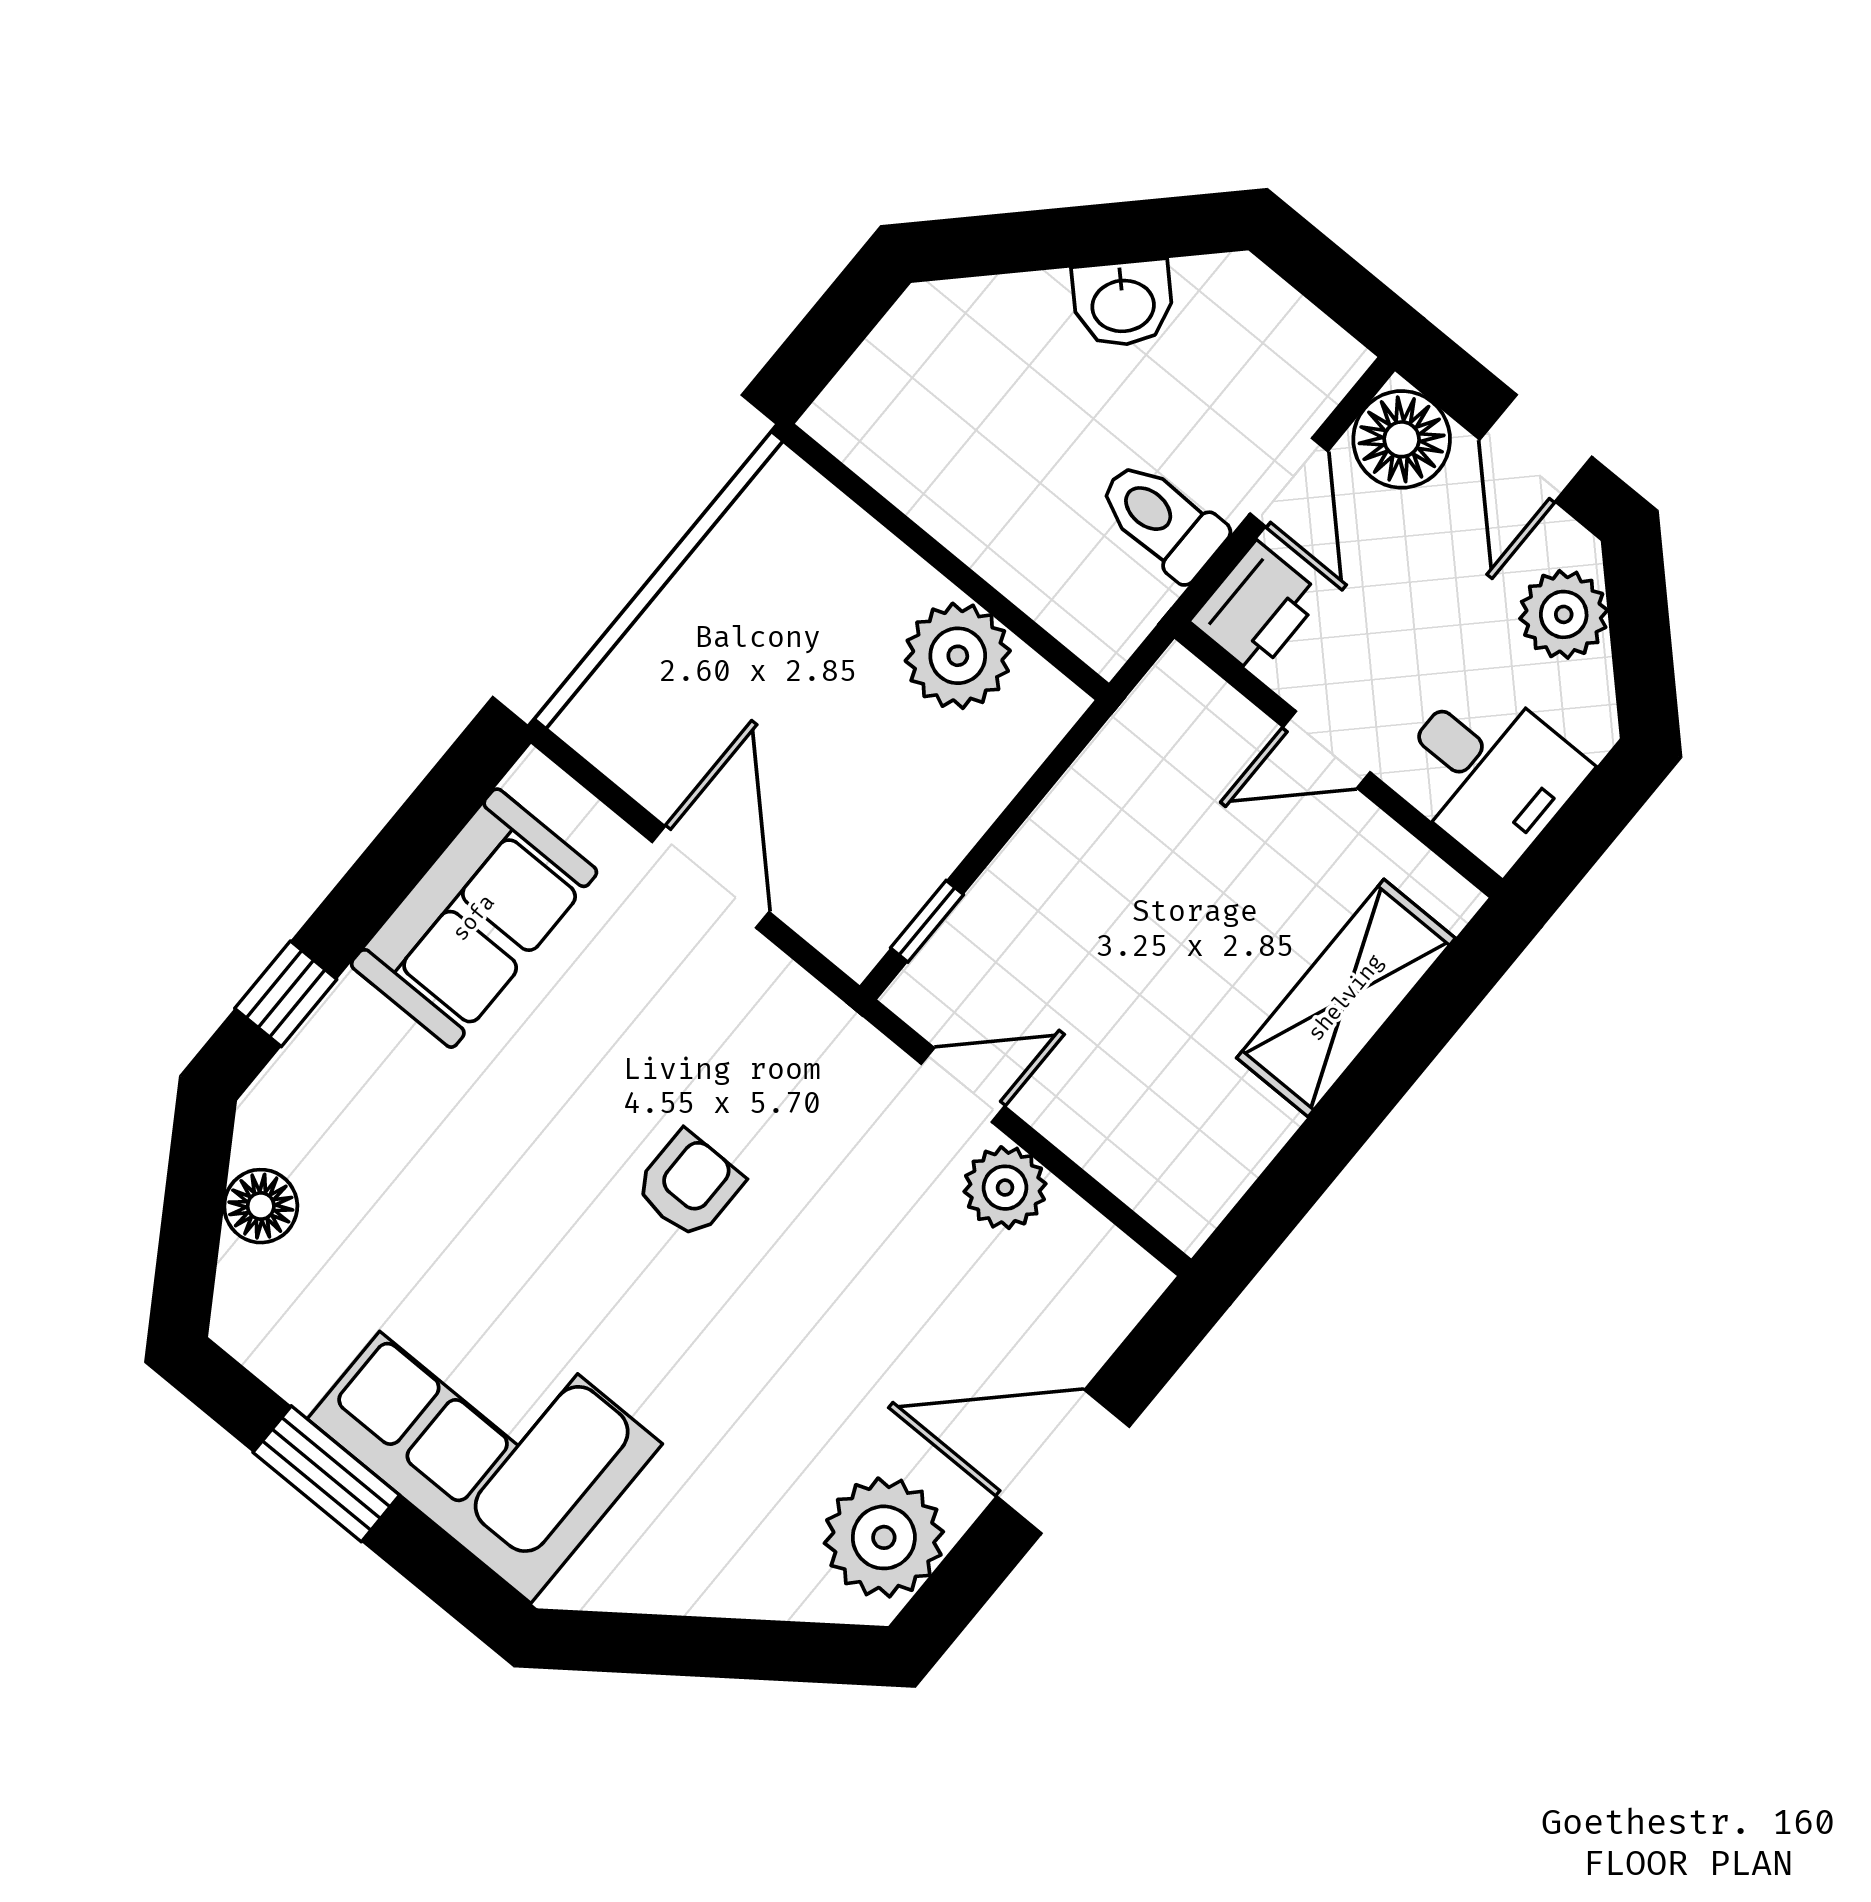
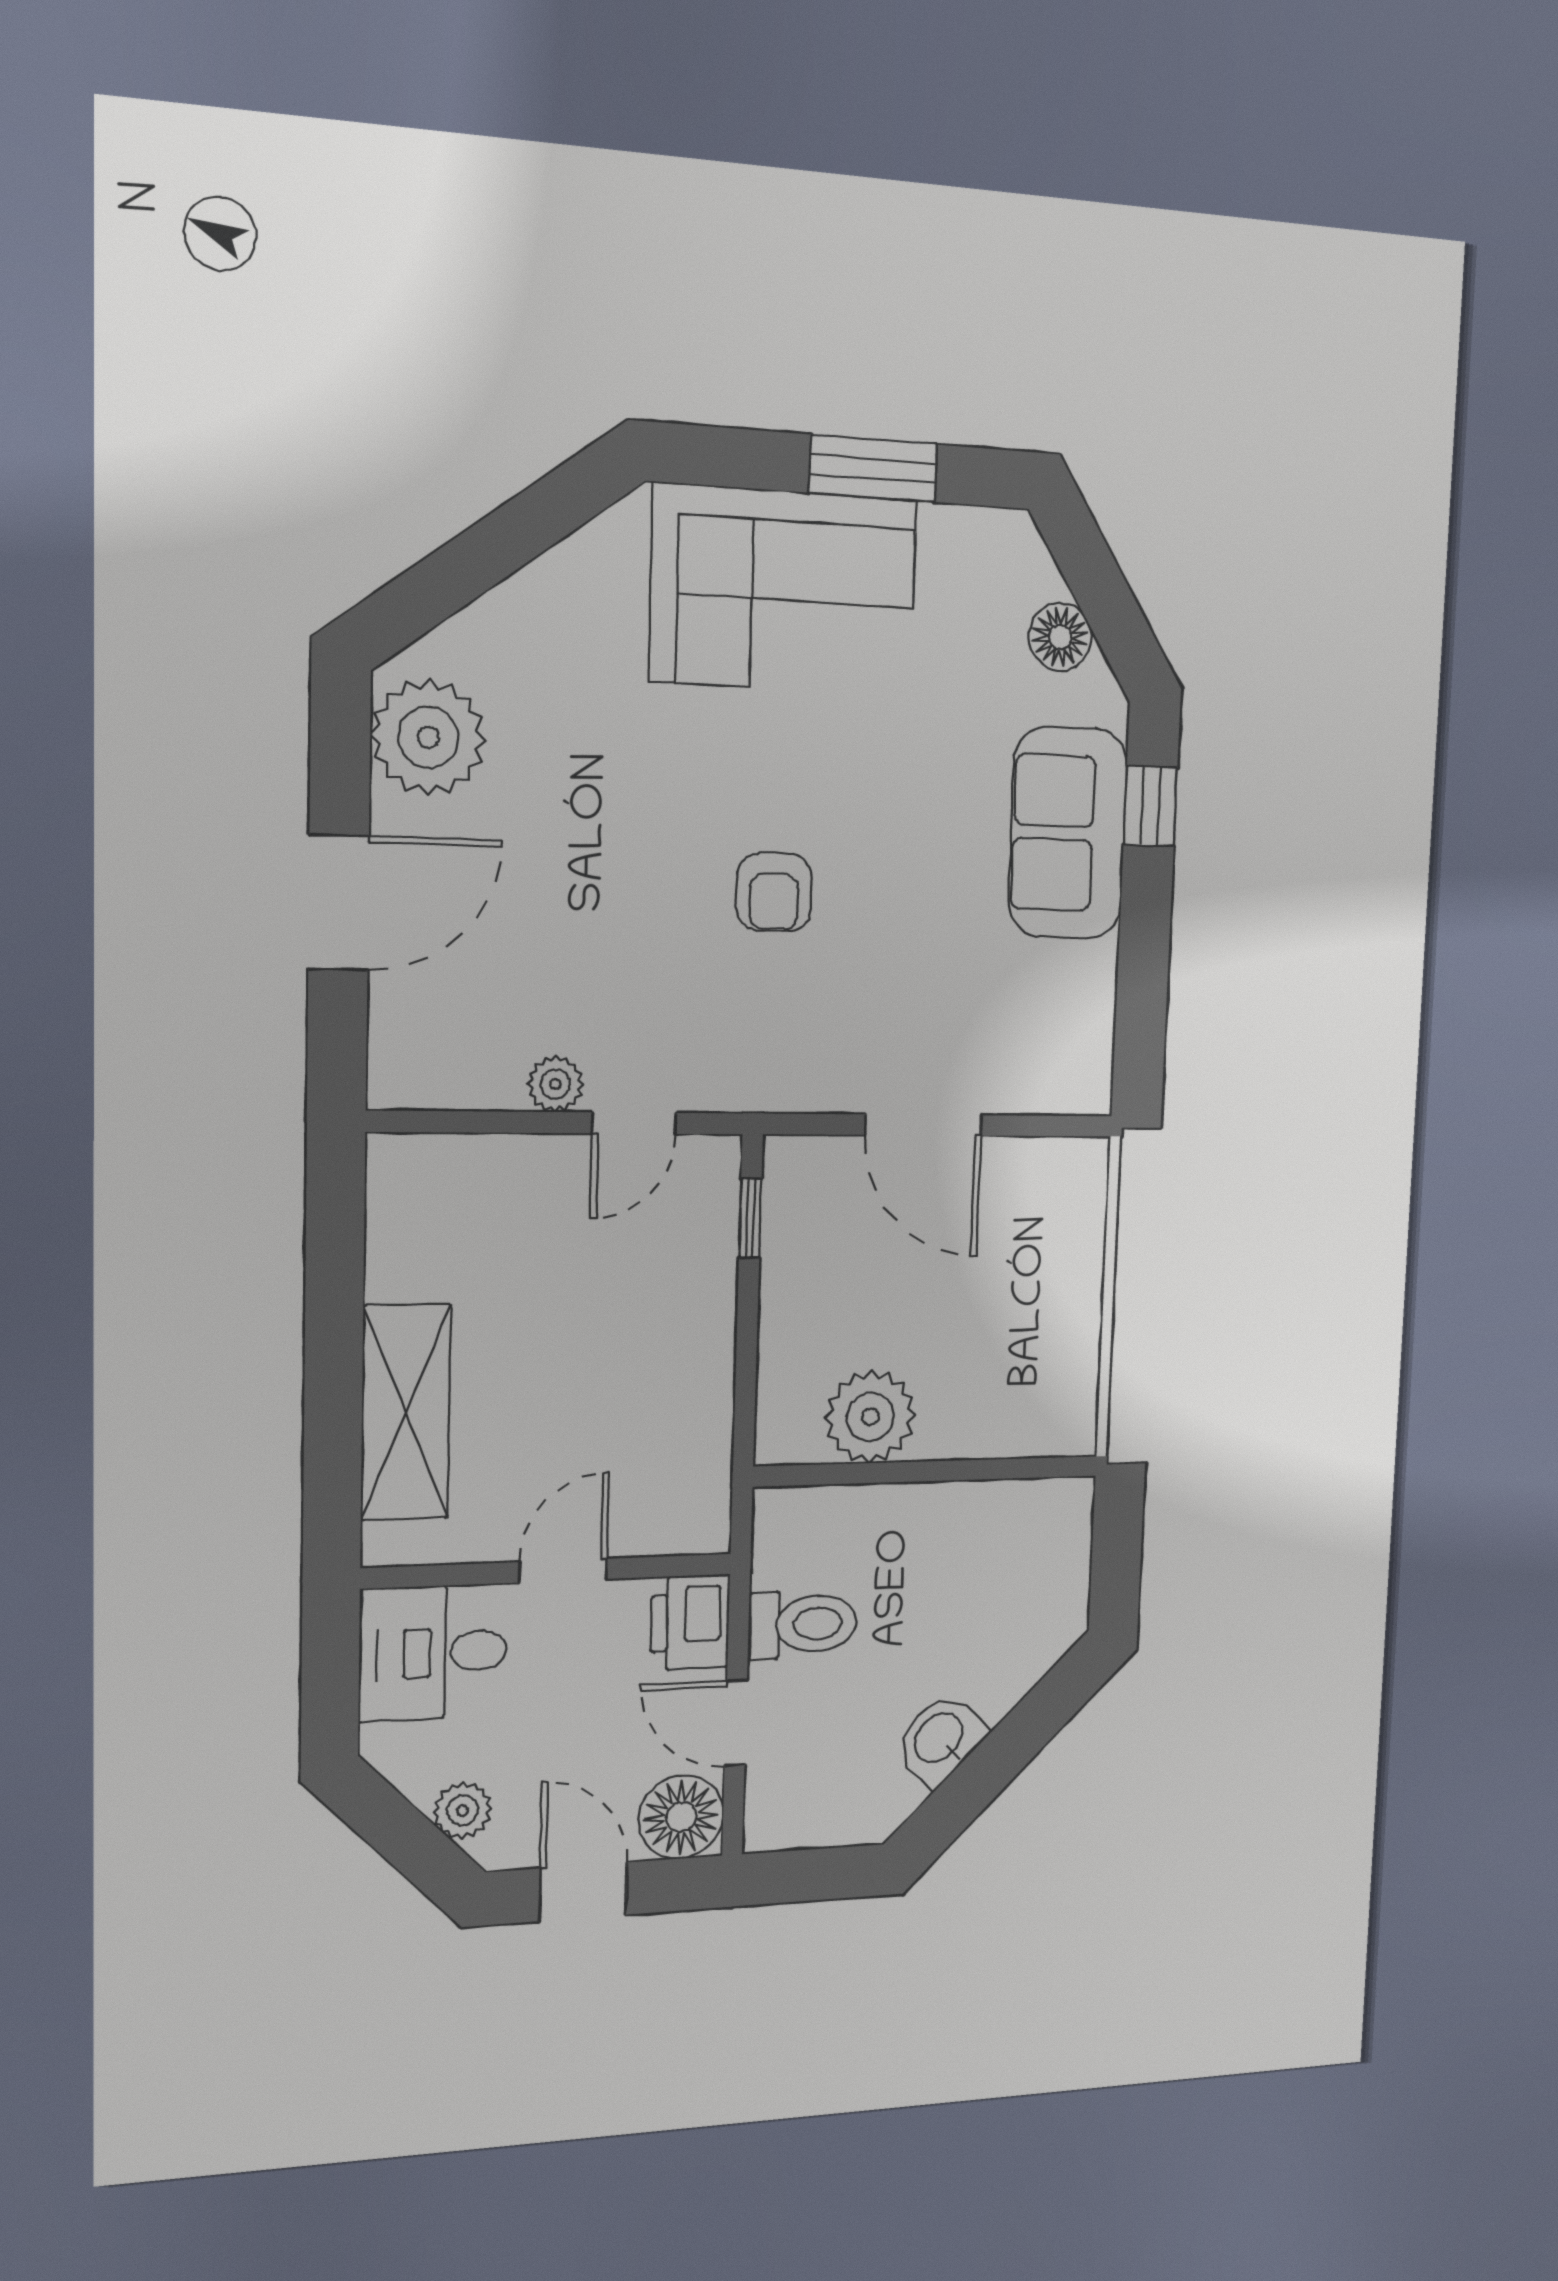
plant: (1564, 614) -> (463, 1811), width x0.73, depth x0.73
sofa: (474, 918) -> (1068, 833), moved
plant: (1005, 1188) -> (555, 1084), width x0.73, depth x0.73

